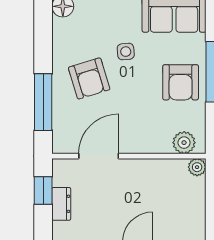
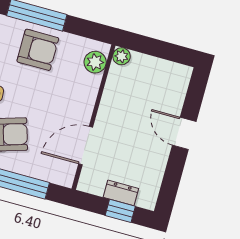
door: (99, 156) -> (86, 146), hinge flipped
window: (43, 191) -> (120, 211), moved

